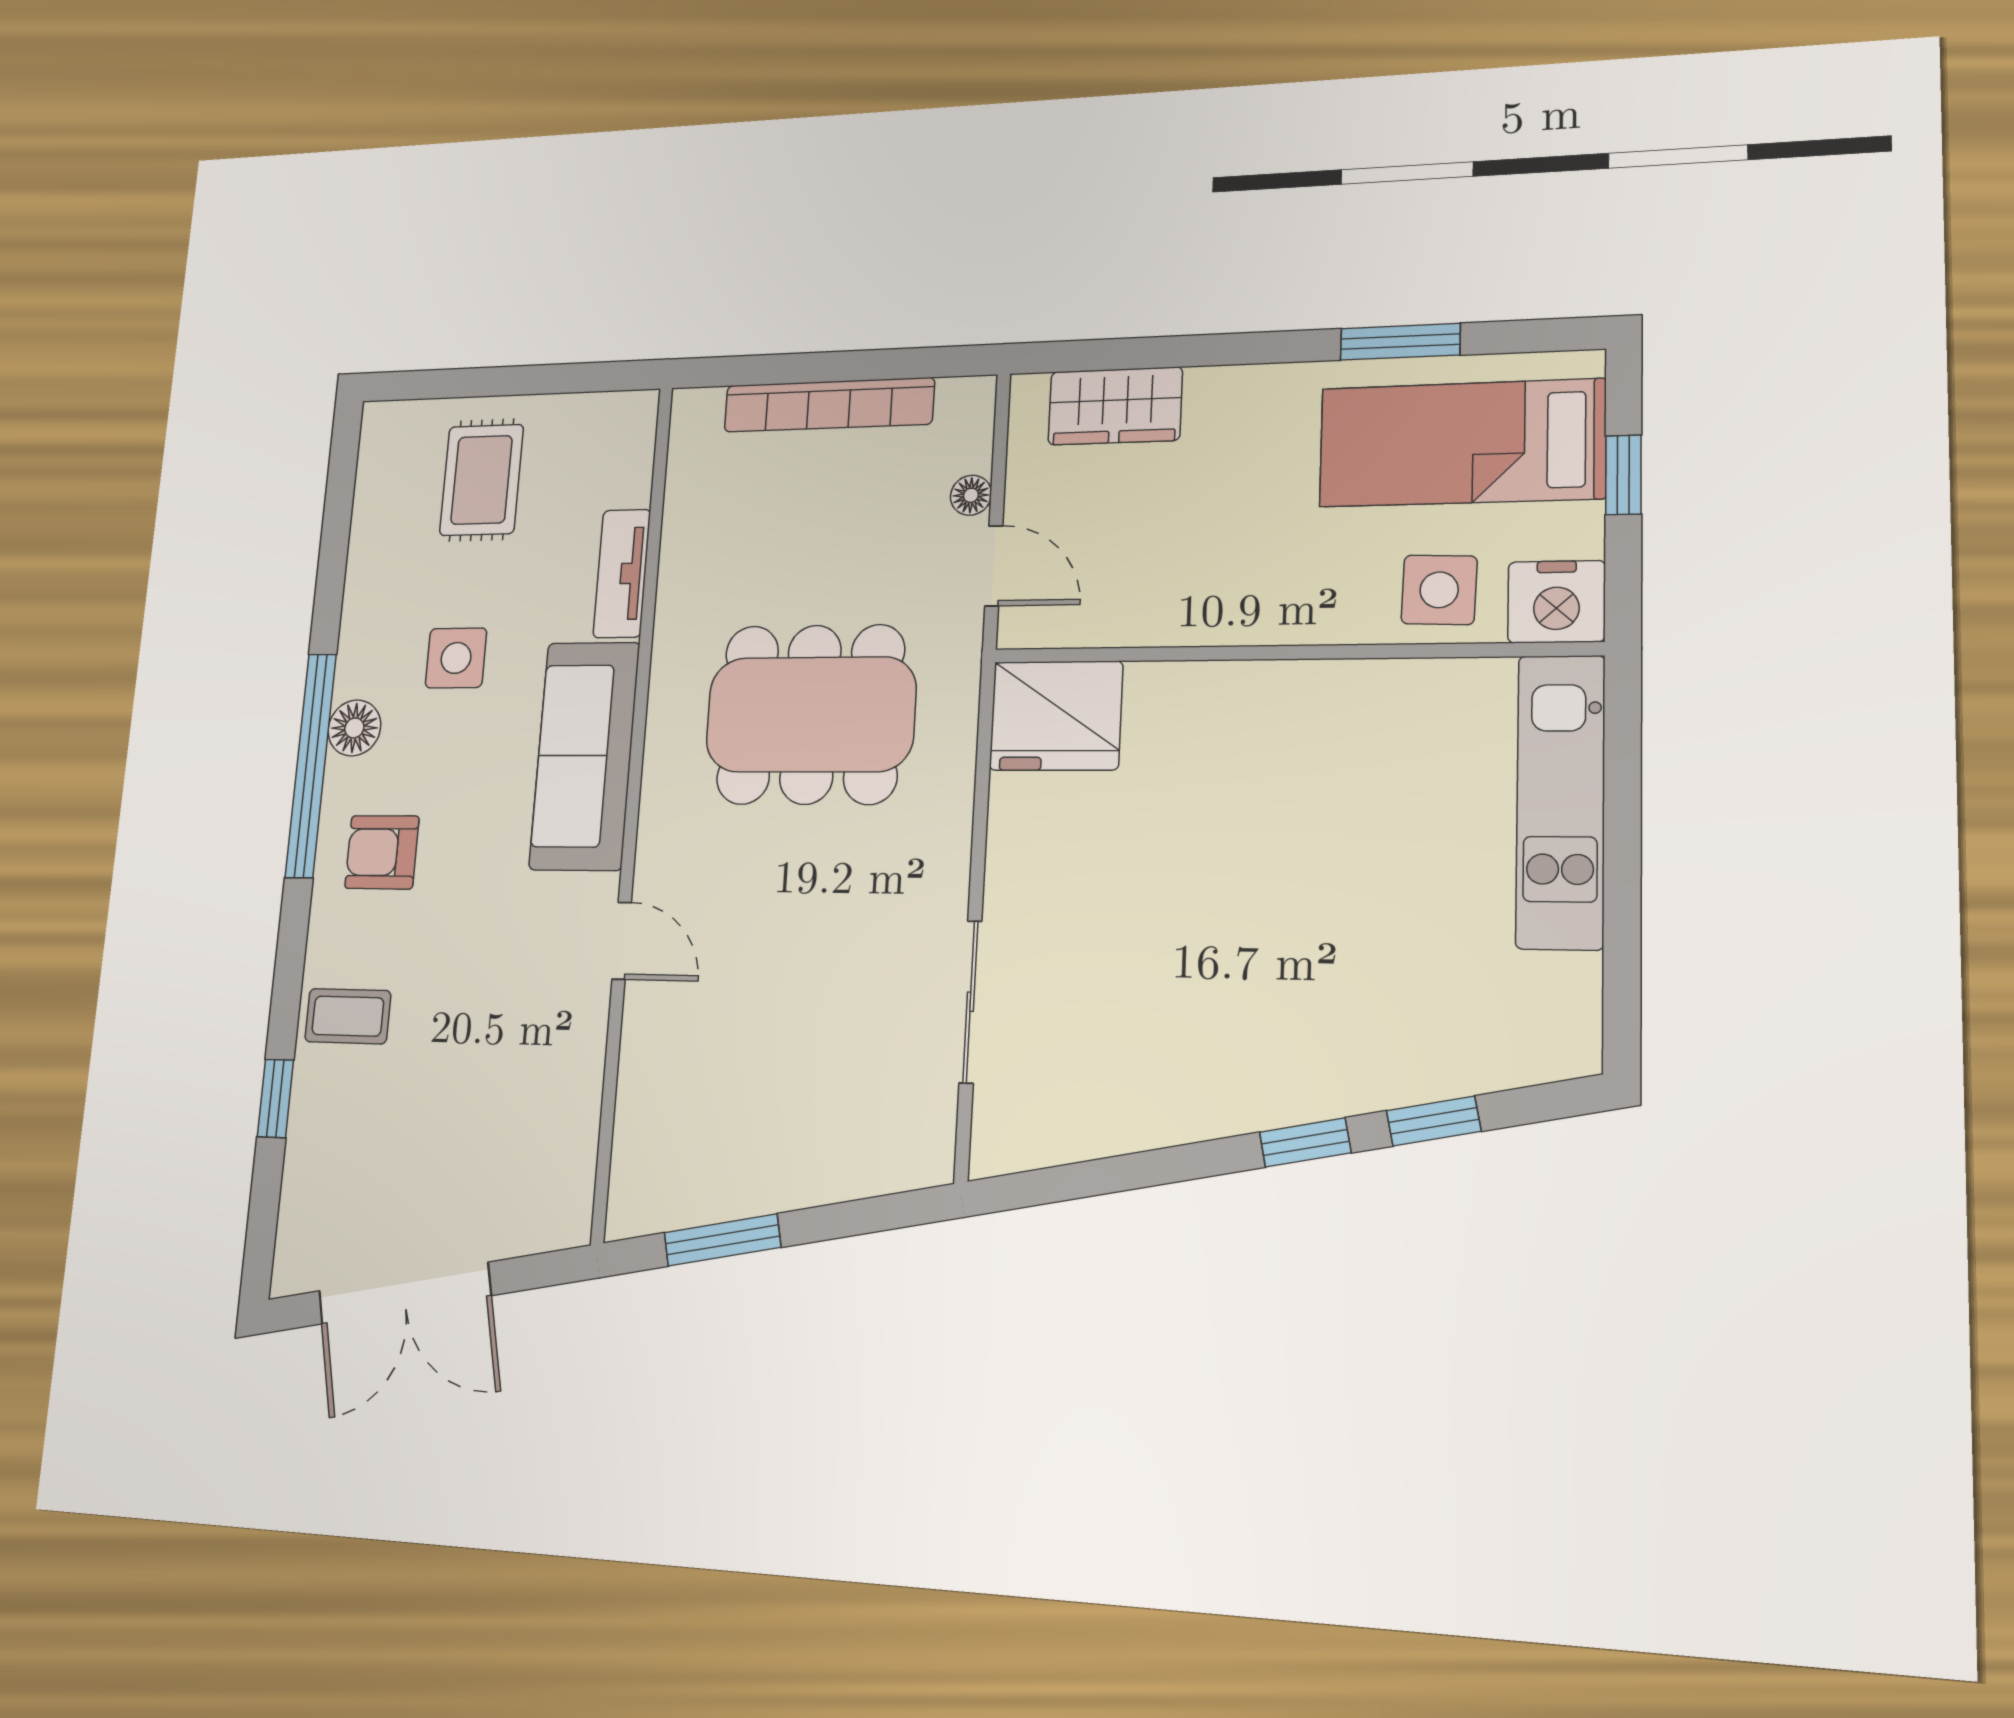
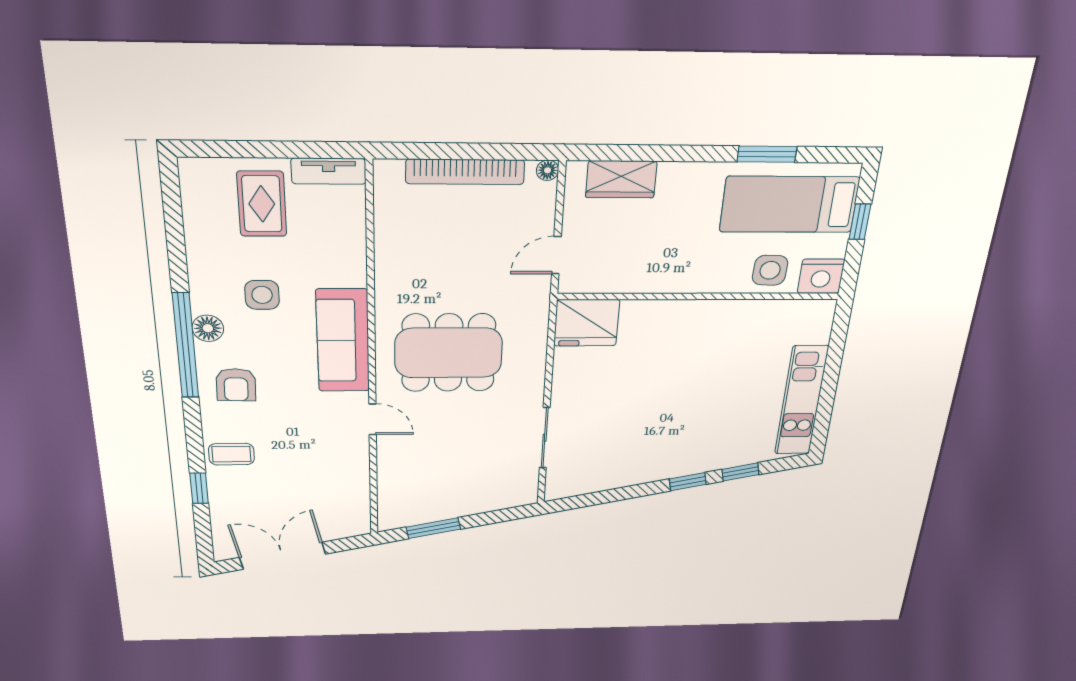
floor lamp: (971, 495) -> (548, 170), moved
door: (994, 566) -> (556, 255), swing flipped
tv unit: (622, 573) -> (329, 171), moved, turned -90
dining table: (811, 714) -> (448, 353), moved
kitchen unit: (1561, 801) -> (801, 401), moved
armchair: (382, 852) -> (236, 385), turned -88
double door: (405, 1293) -> (283, 556), swing flipped

